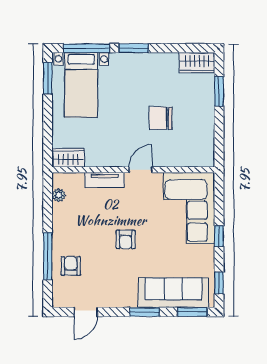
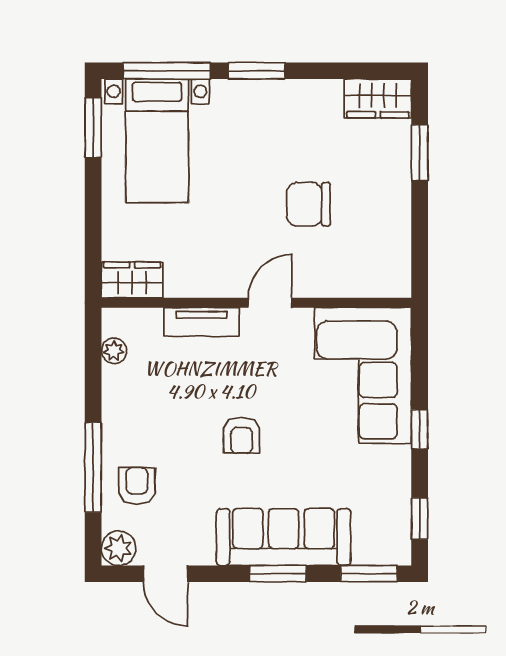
sofa: (173, 293) -> (284, 537), moved
plant: (61, 299) -> (119, 548), added
door: (86, 312) -> (166, 574), hinge flipped

